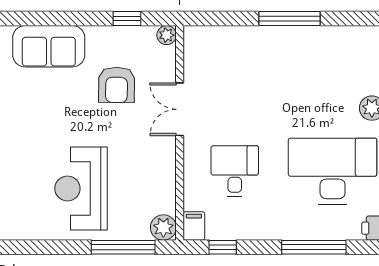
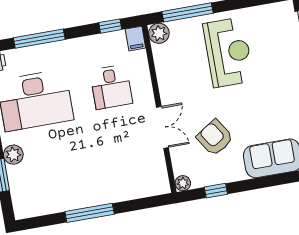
armchair: (117, 85) -> (215, 138), turned -34

